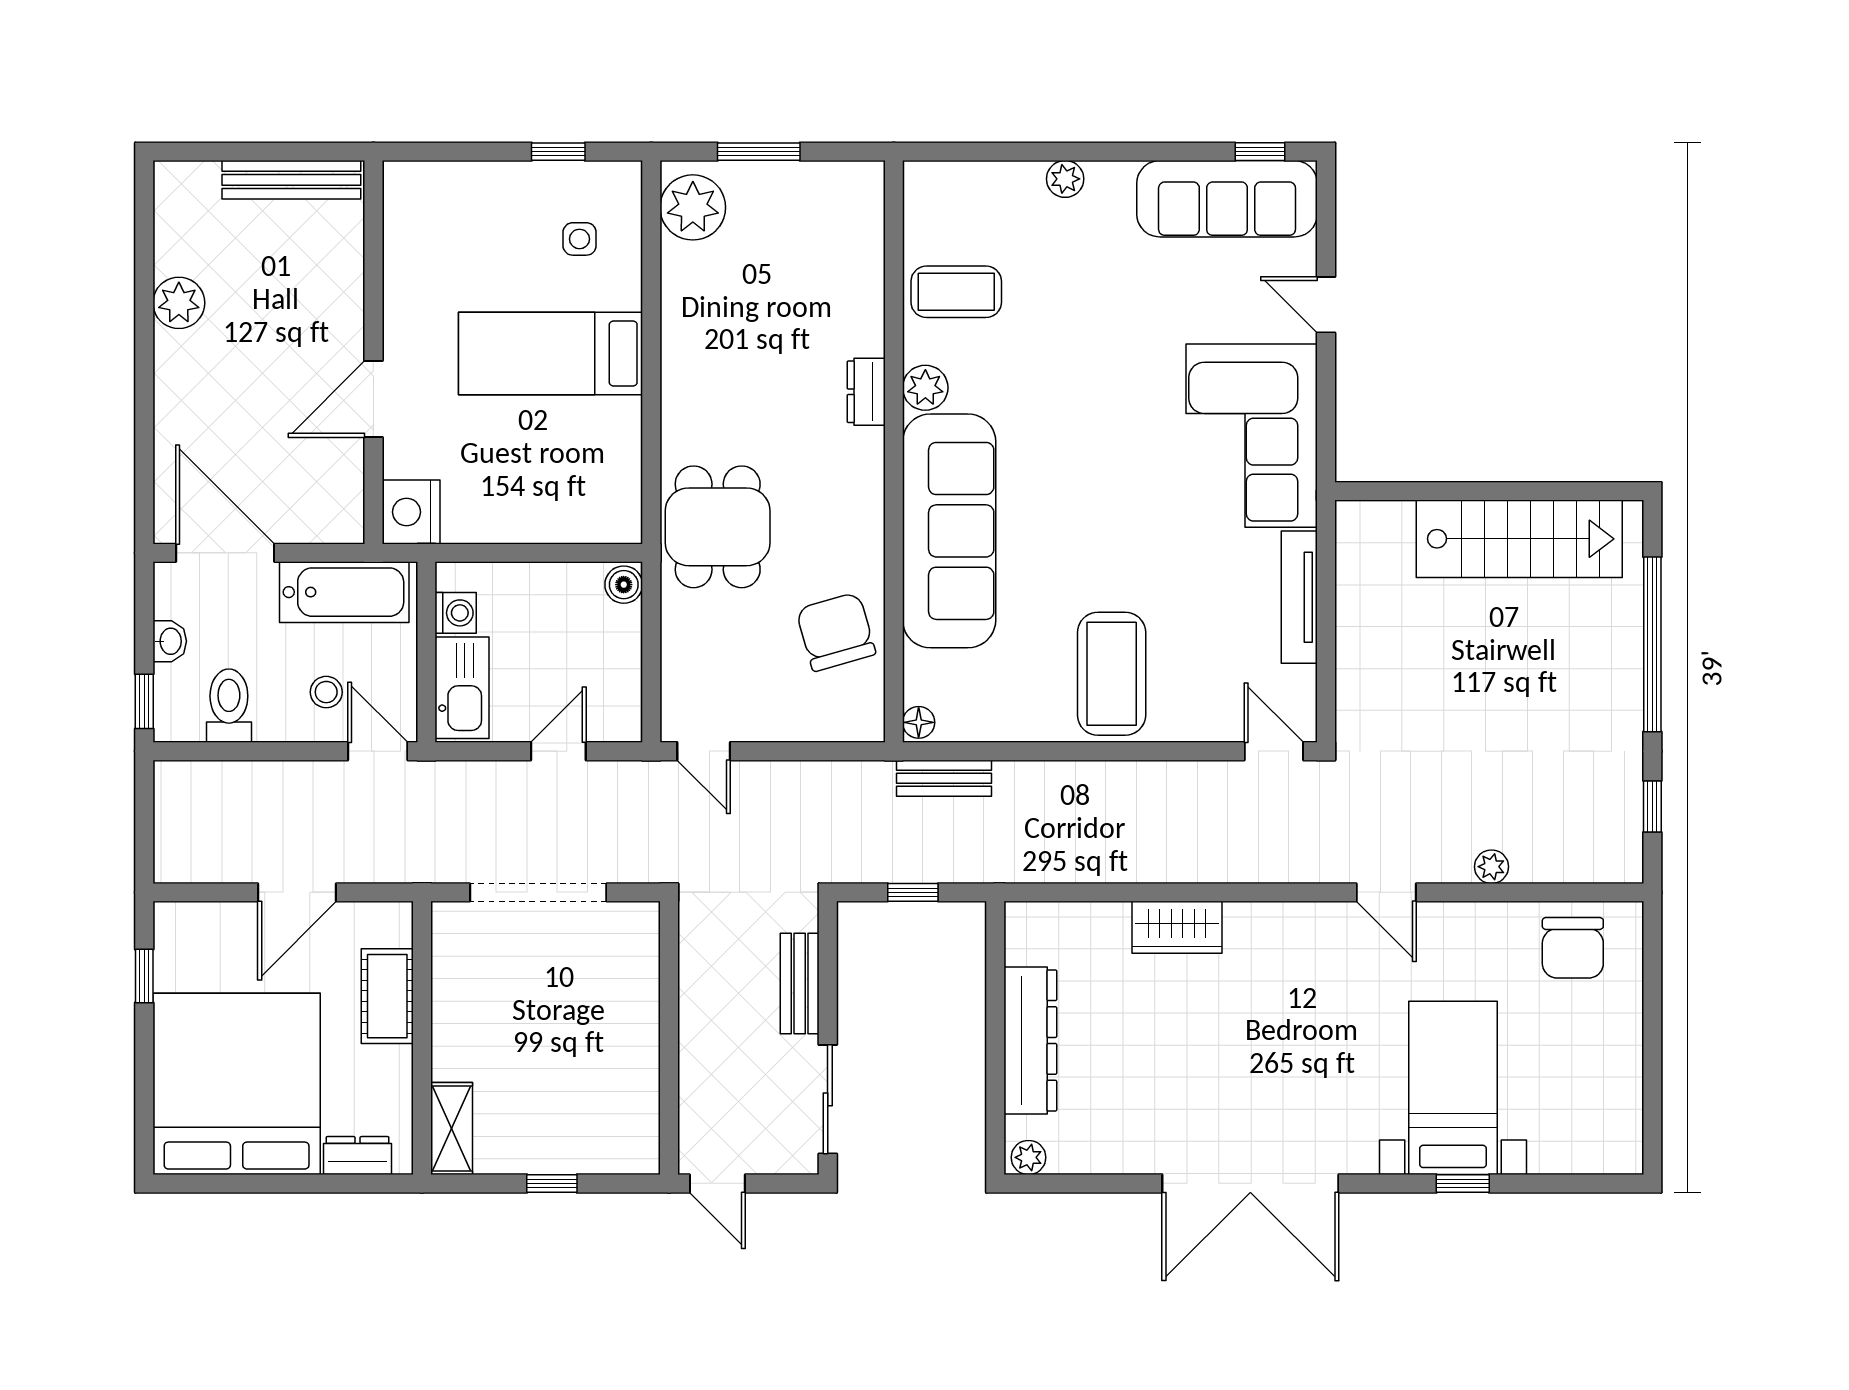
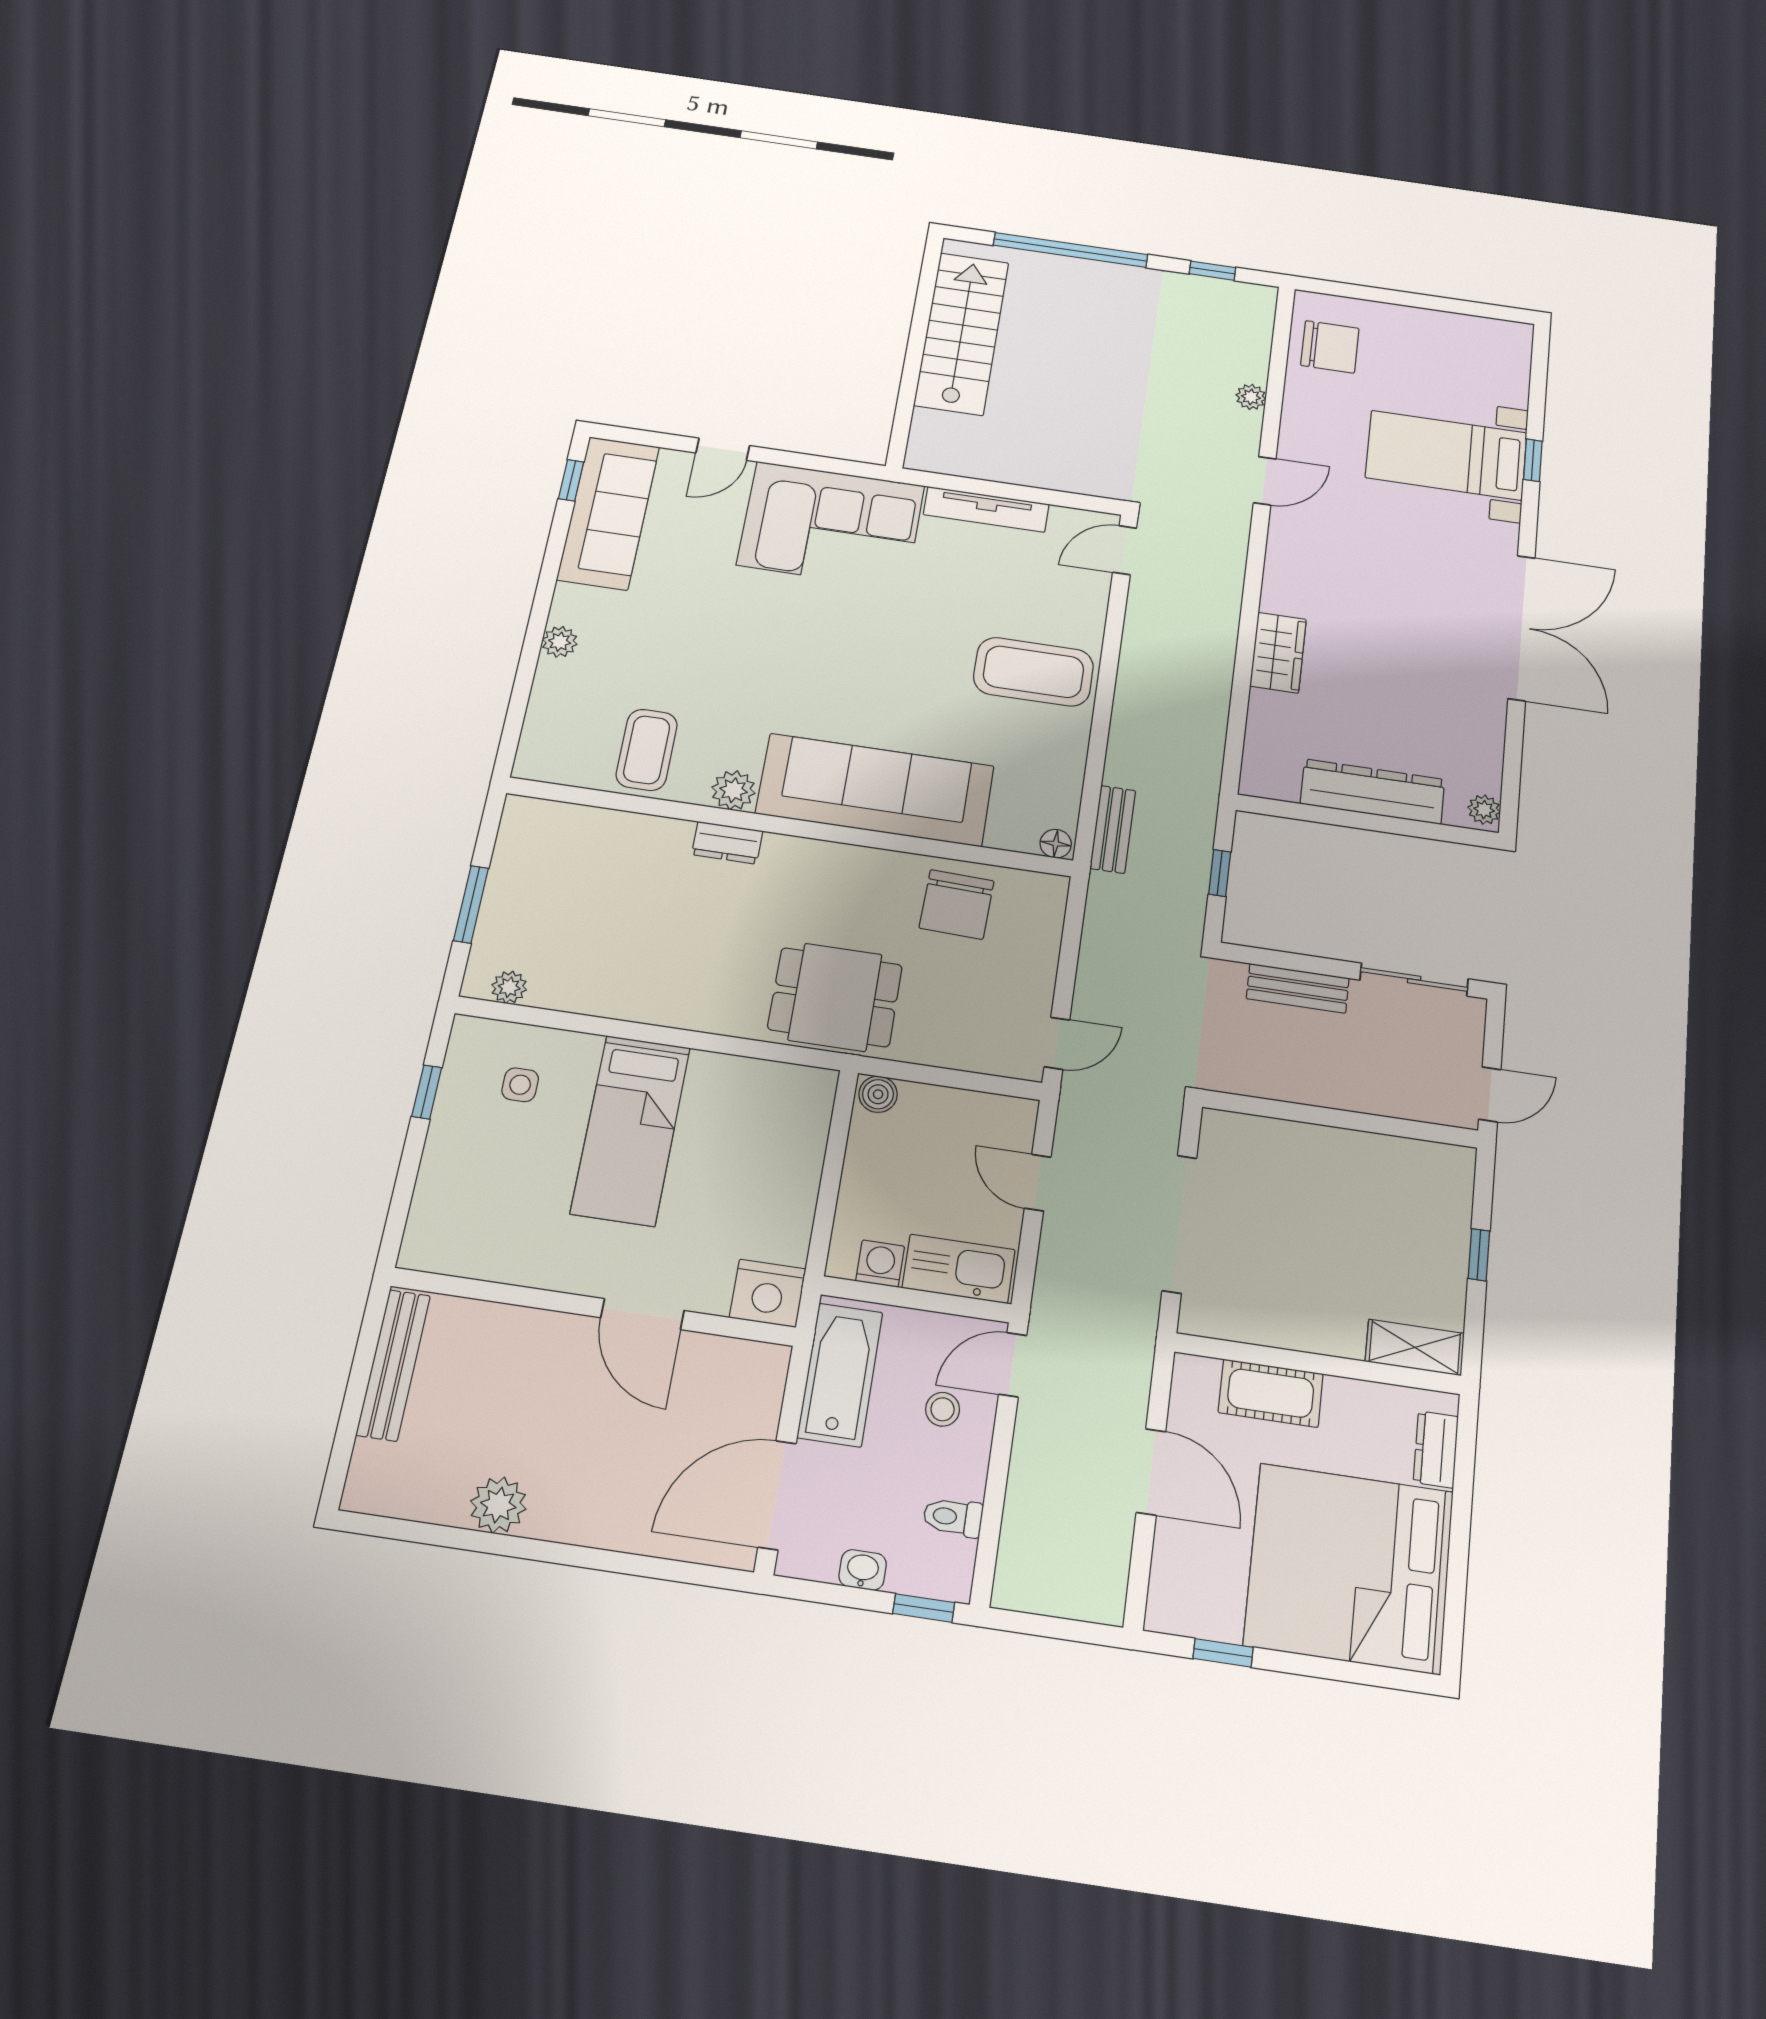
plant: (693, 207) -> (509, 987), width x0.53, depth x0.53
chair: (836, 632) -> (957, 904), turned -72
toilet: (229, 706) -> (953, 1517), width x0.73, depth x0.72

